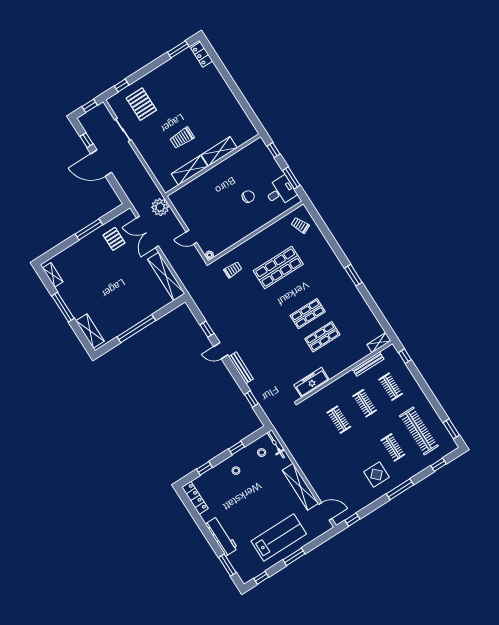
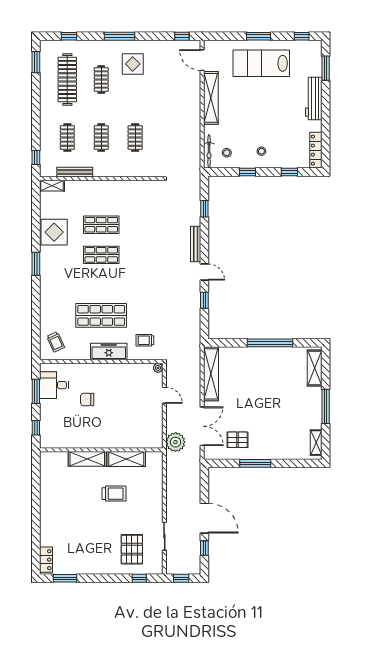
pallet: (114, 239) -> (237, 440), turned 90
display table: (355, 308) -> (54, 232), added
freezer: (312, 382) -> (109, 352), moved, turned 180

